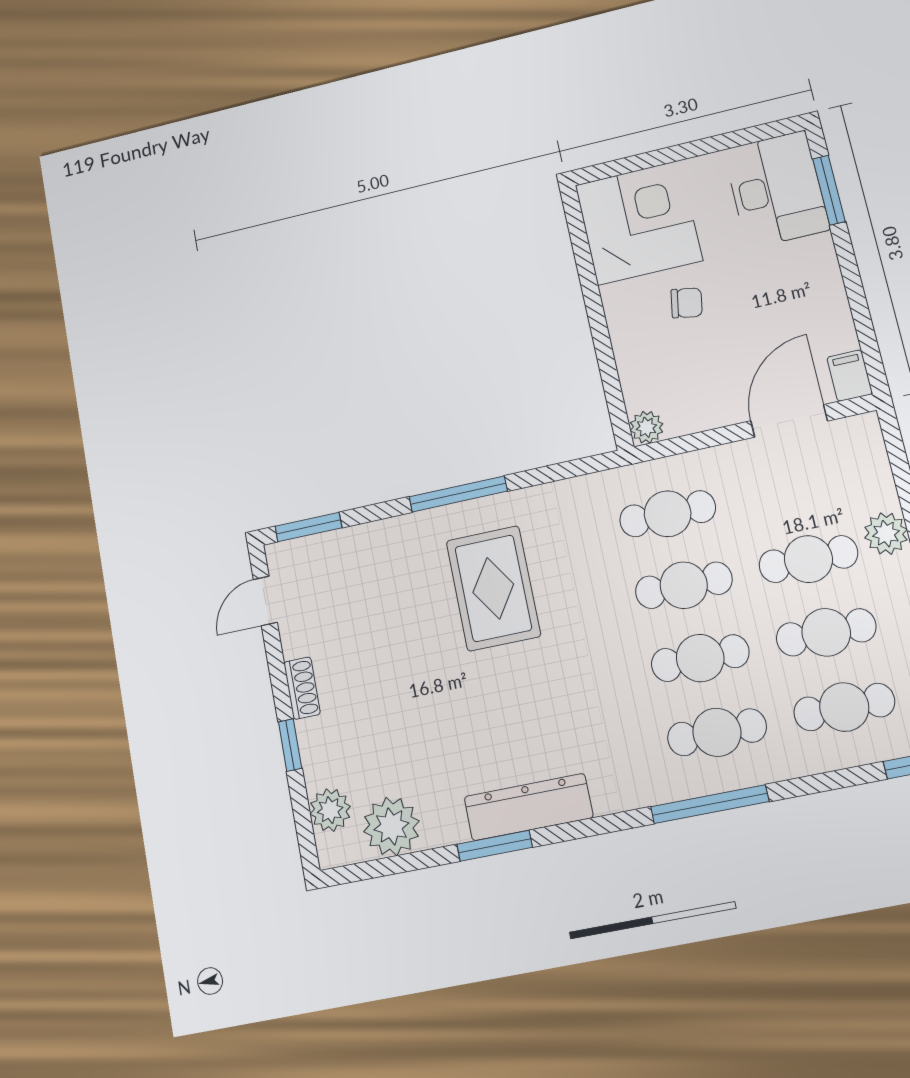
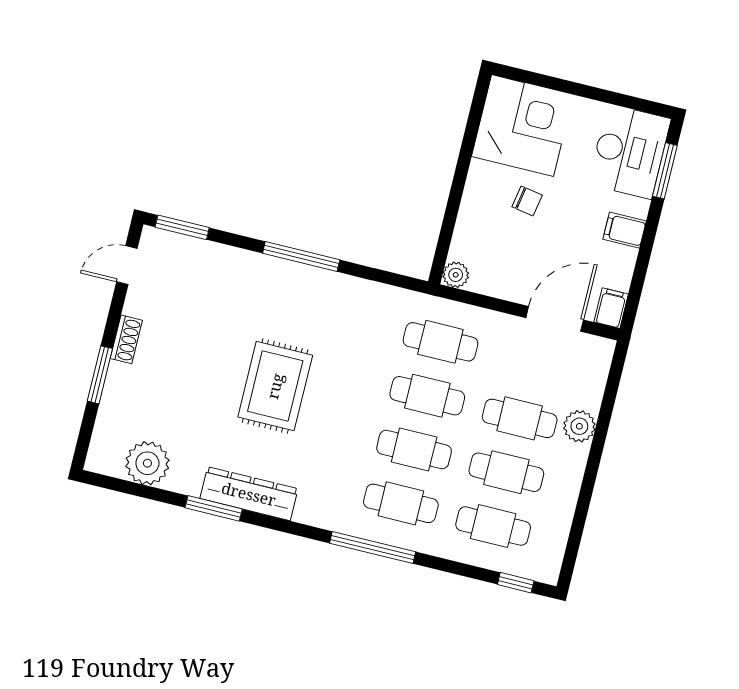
filing cabinet: (818, 279) -> (625, 230), added
rug: (493, 588) -> (275, 386), moved
window: (290, 745) -> (100, 375), width x1.50
plant: (330, 810) -> (109, 432), removed

